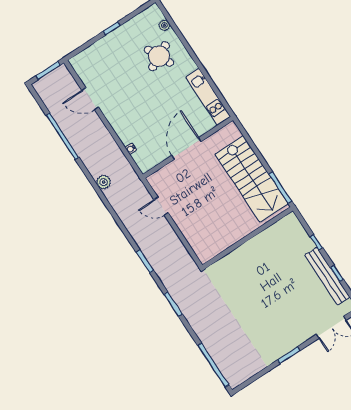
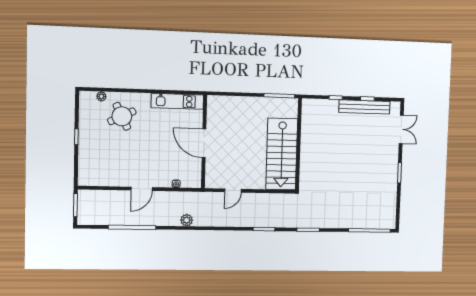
door: (90, 99) -> (142, 189), moved
stairs: (252, 179) -> (282, 154), moved, turned 90

